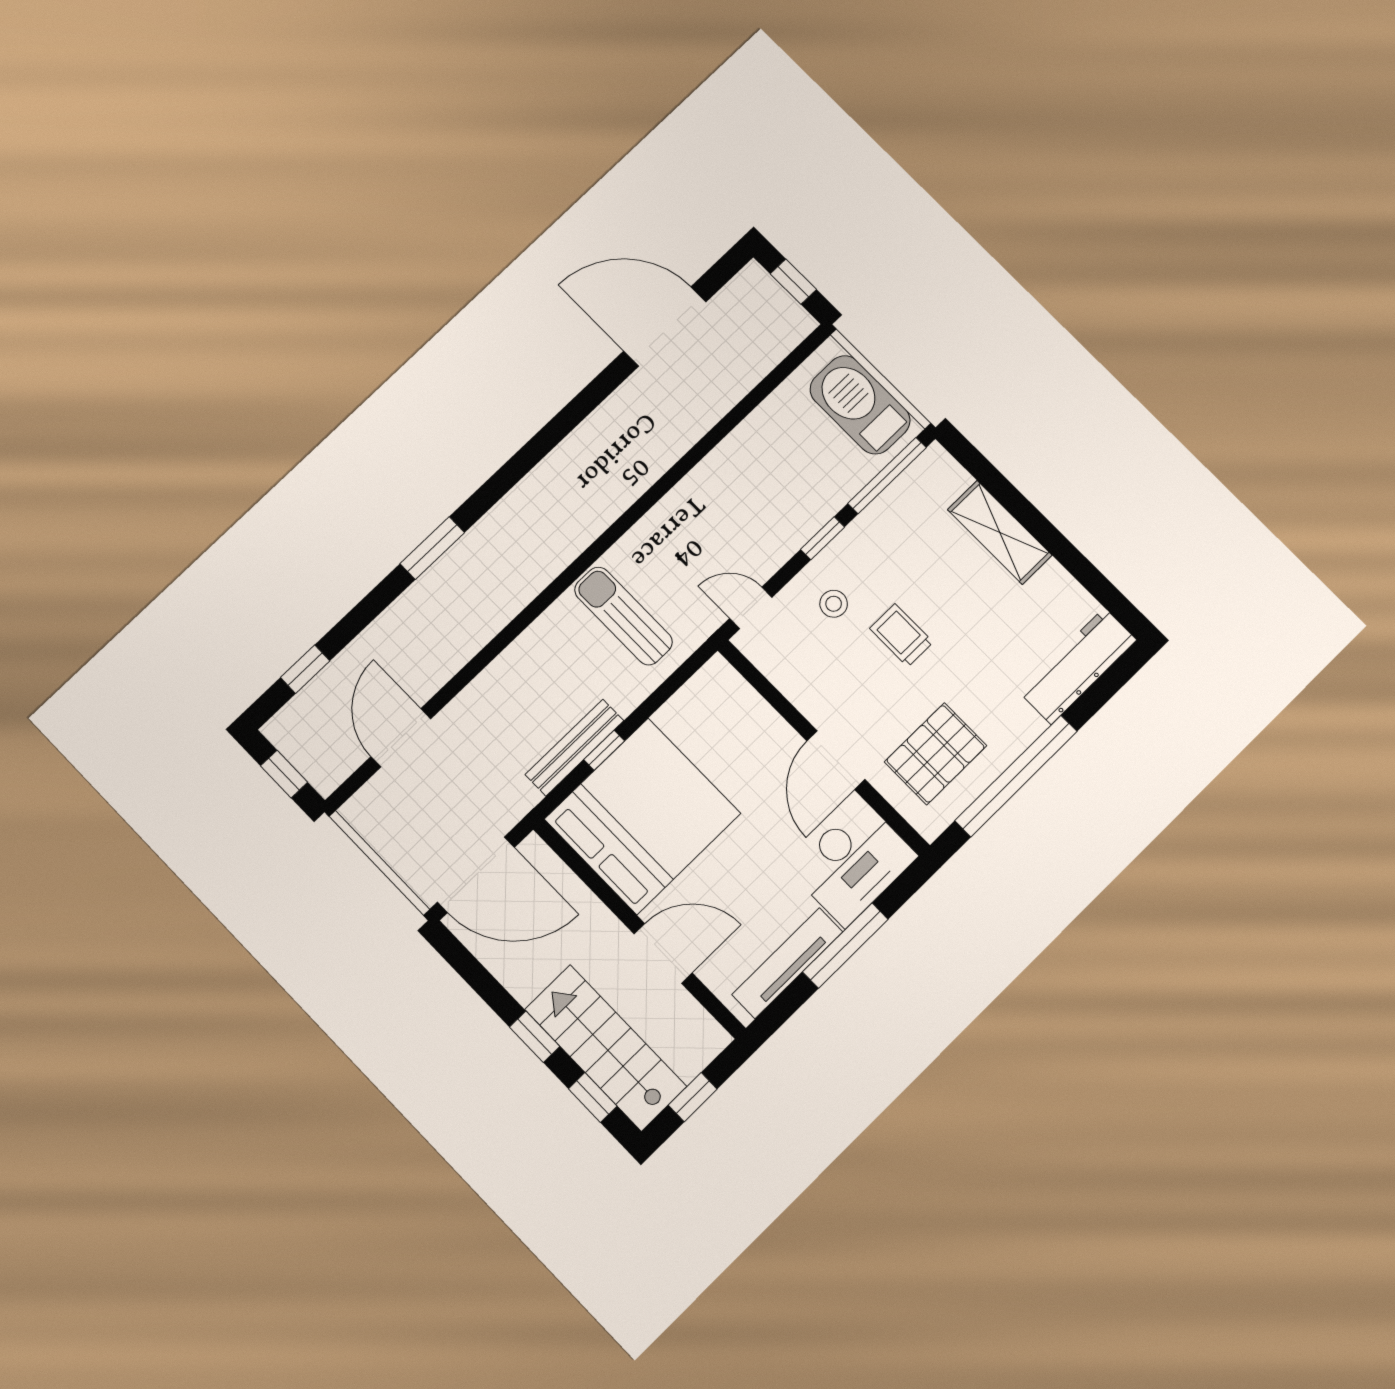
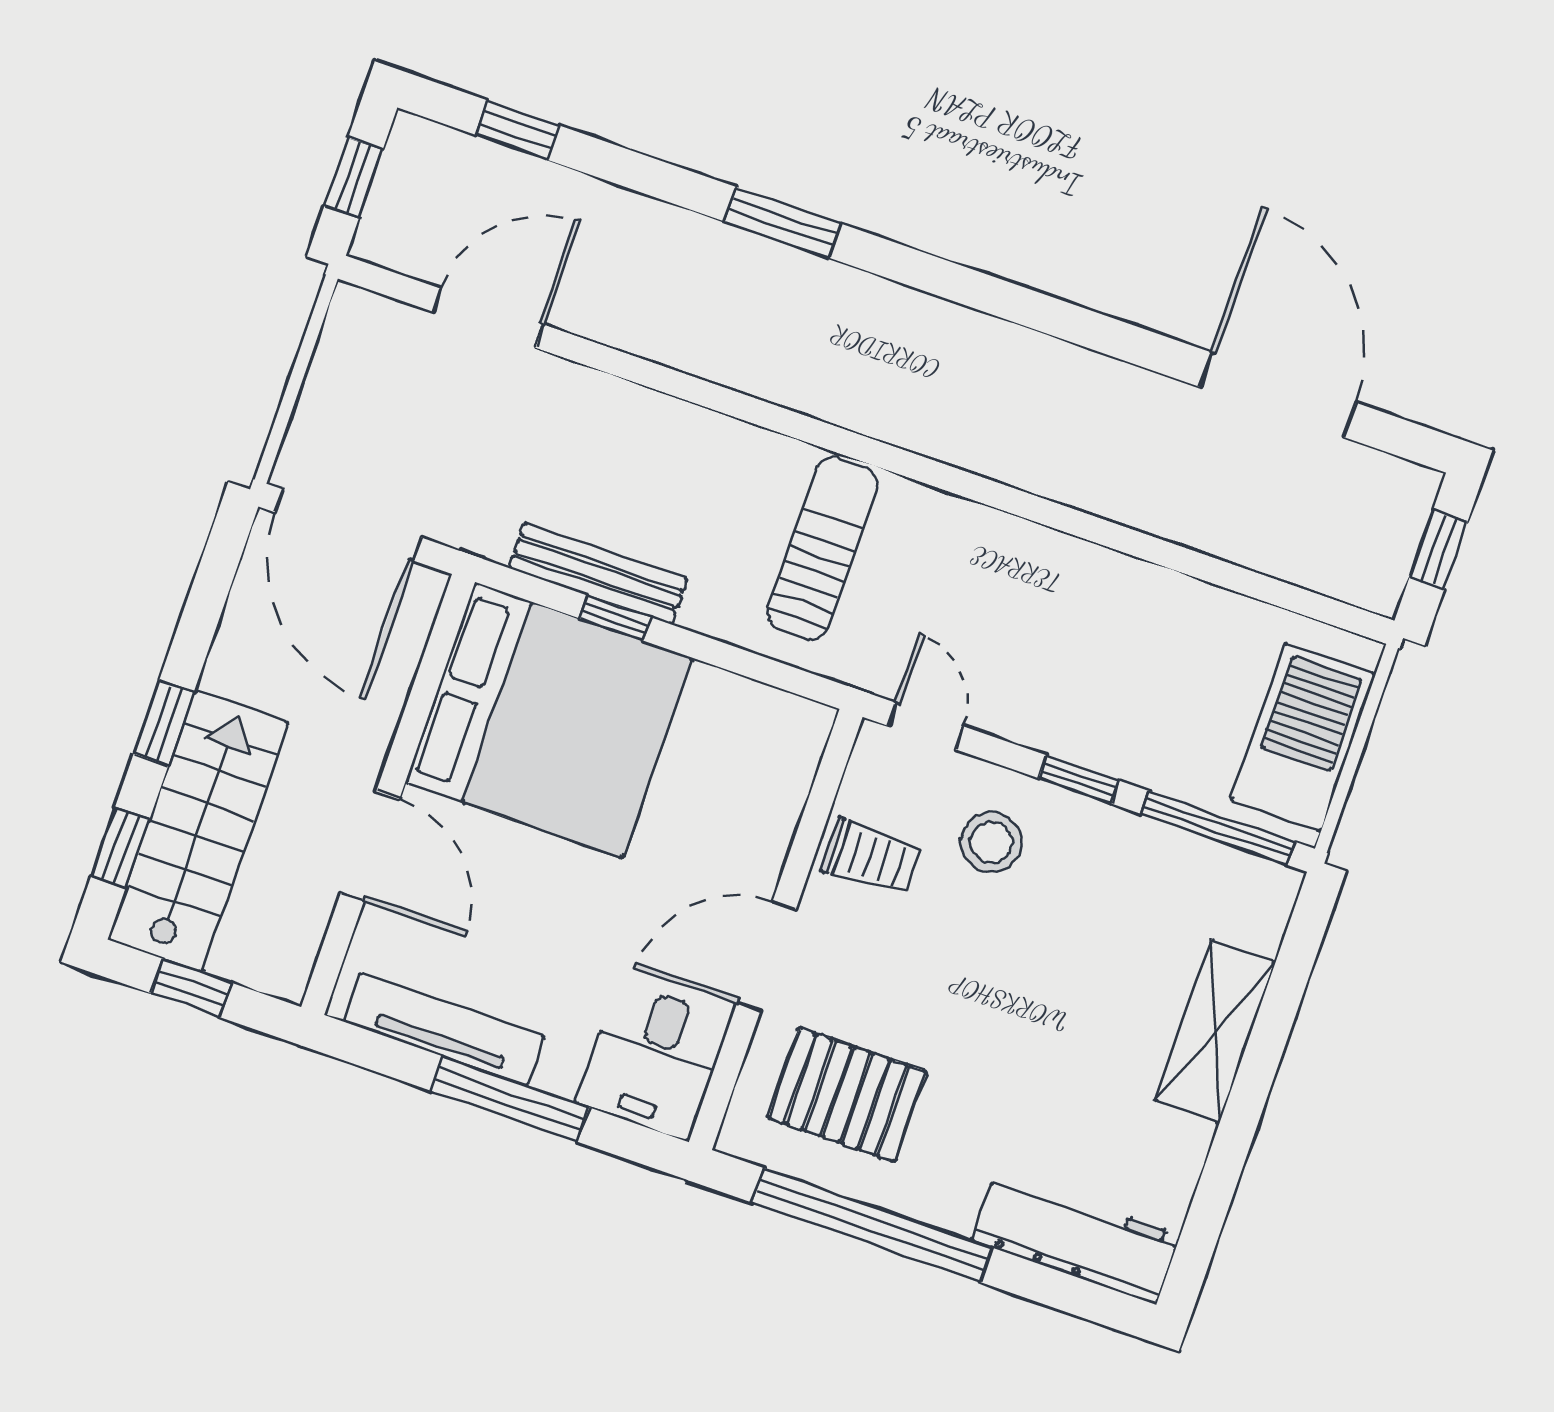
stool: (834, 604) -> (991, 842), width x1.37, depth x1.37
trolley: (901, 635) -> (871, 857), moved, turned 89
desk: (853, 863) -> (653, 1061), width x0.73

